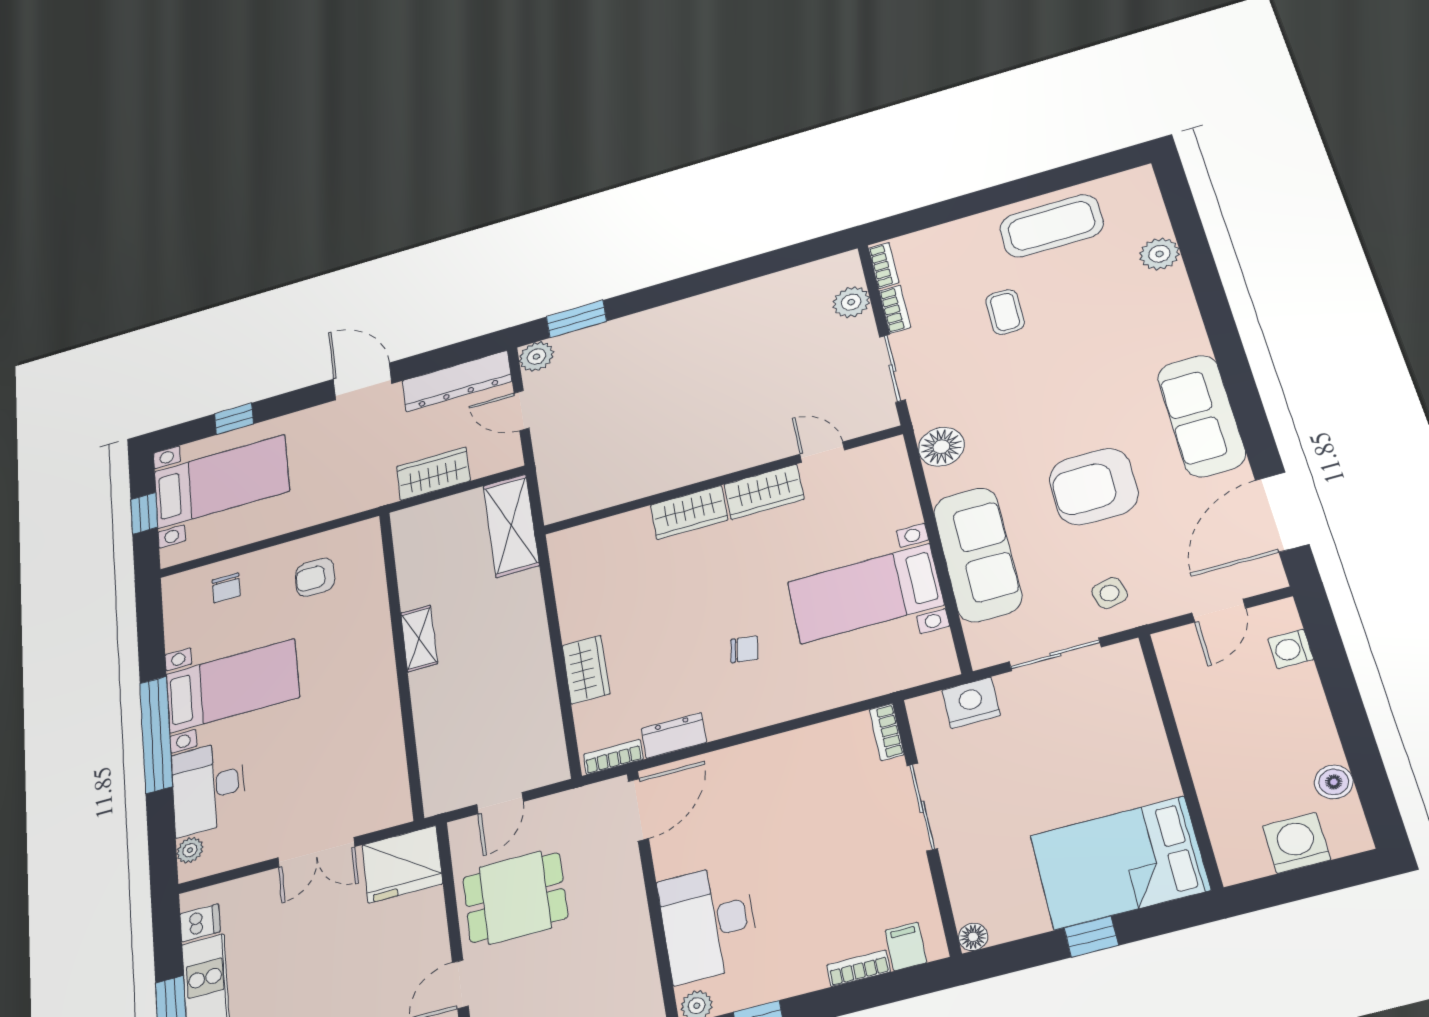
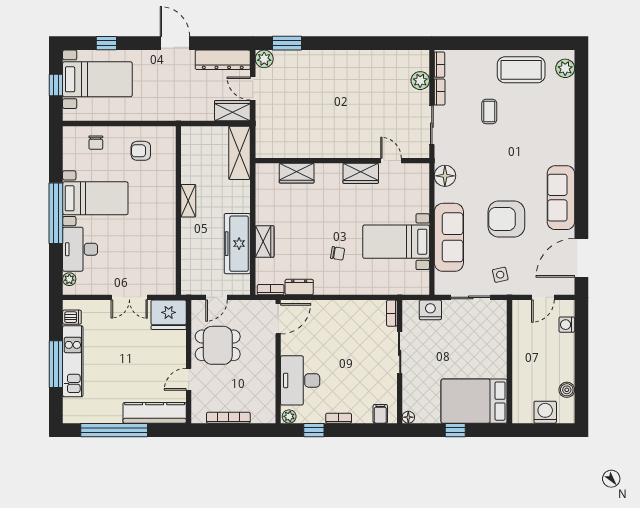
plant: (1159, 254) -> (565, 68), moved
wardrobe: (433, 474) -> (232, 111), moved
wardrobe: (689, 512) -> (297, 173), moved
freezer: (530, 689) -> (237, 244), added
bookcase: (858, 968) -> (339, 418), moved

